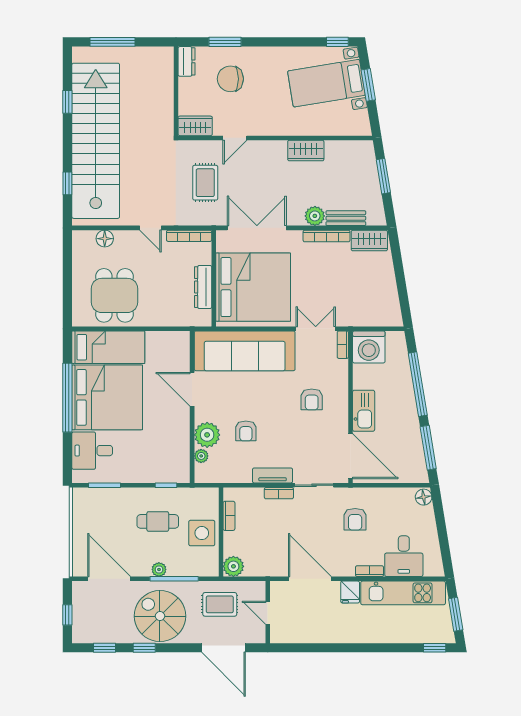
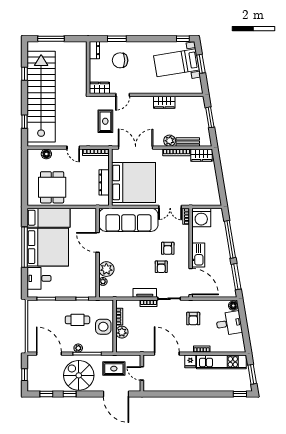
double door: (316, 329) -> (170, 207), swing flipped
armchair: (246, 431) -> (161, 267), moved
desk: (404, 556) -> (229, 323), moved, turned -99
plant: (233, 566) -> (122, 332), moved

